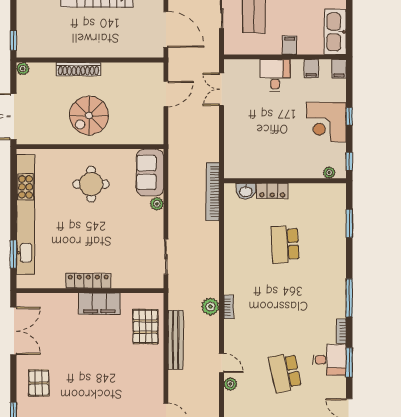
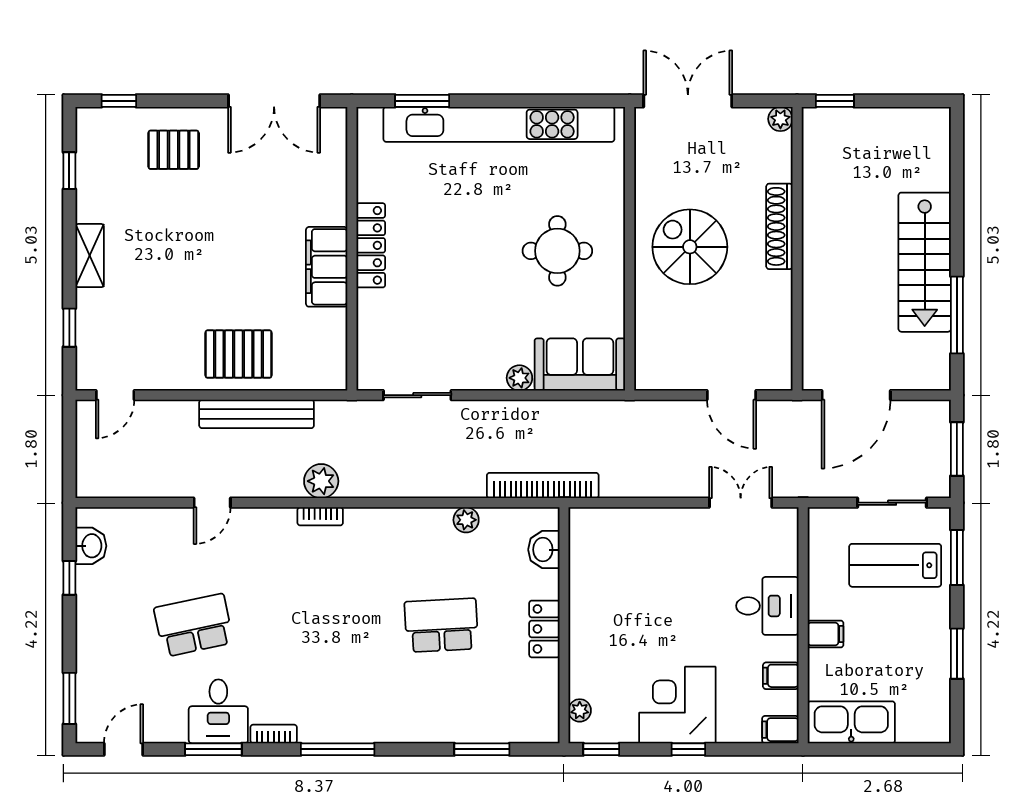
locker: (272, 191) -> (544, 629), moved
pallet: (145, 327) -> (238, 354), moved
plant: (230, 384) -> (466, 520), moved

